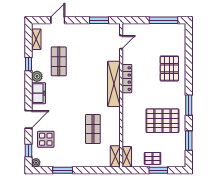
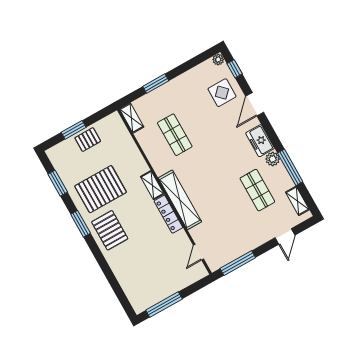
window: (99, 20) -> (238, 263), width x1.44
window: (28, 64) -> (290, 167), width x2.17
pallet: (169, 68) -> (110, 230), moved
shelving: (127, 157) -> (152, 185), moved
window: (63, 170) -> (156, 84), moved

